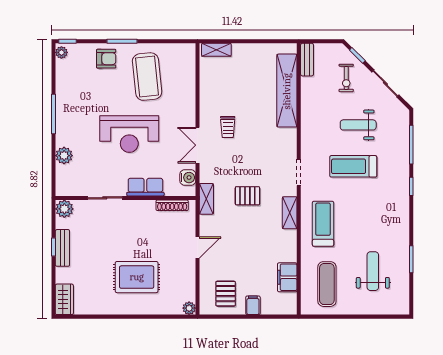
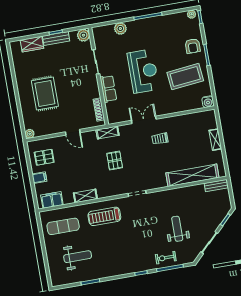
shelving: (216, 50) -> (215, 140), moved
exercise bike: (346, 78) -> (166, 258), moved
reception desk: (129, 134) -> (143, 71), turned 180
treadmill: (353, 166) -> (148, 230), removed
water cooler: (188, 178) -> (208, 102), moved
shelving: (290, 213) -> (85, 196), moved
treadmill: (323, 224) -> (104, 216), turned 180
filing cabinet: (287, 277) -> (52, 200), moved
wardrobe: (64, 299) -> (32, 44), moved

